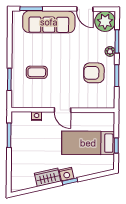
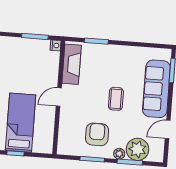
plant: (105, 21) -> (137, 149), moved
coffee table: (37, 72) -> (116, 99), moved
fireplace: (32, 100) -> (72, 64), added
nightstand: (37, 116) -> (56, 45), moved

